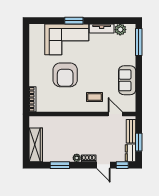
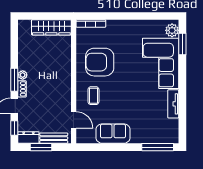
window: (74, 21) -> (182, 44), moved
plant: (120, 30) -> (172, 30), moved
armchair: (65, 75) -> (100, 62), moved
door: (115, 114) -> (74, 120), hinge flipped
wardrobe: (36, 145) -> (51, 27), moved
window: (60, 165) -> (14, 80), moved

